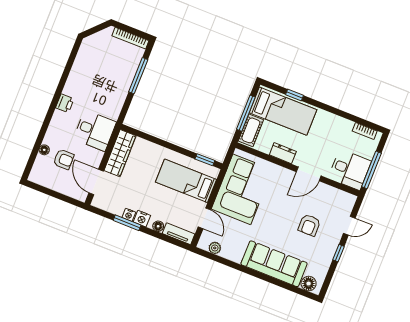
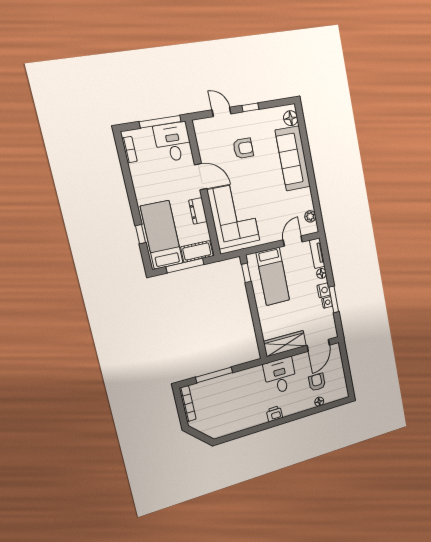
corner sofa: (242, 189) -> (233, 215), moved, turned 90

